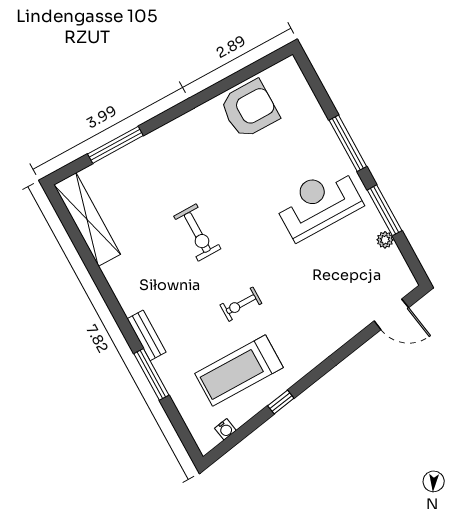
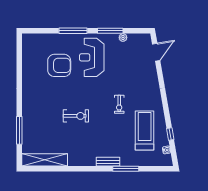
armchair: (249, 109) -> (59, 65), moved, turned 90
exercise bike: (241, 304) -> (119, 104), moved
treadmill: (239, 371) -> (145, 130), turned 180
window: (281, 402) -> (170, 134), moved

